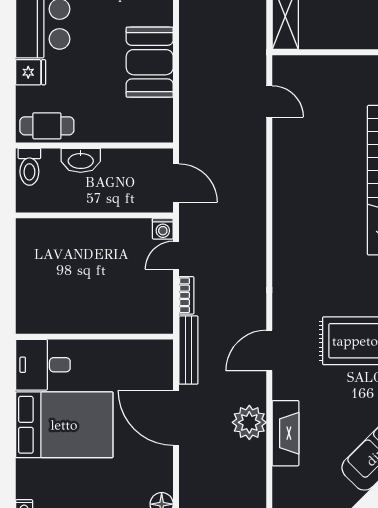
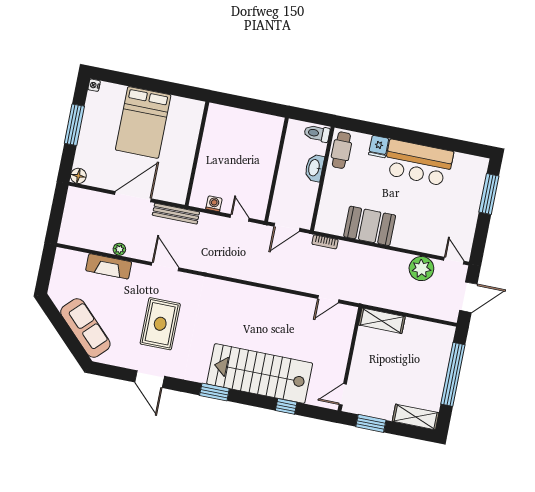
washing machine: (163, 229) -> (214, 204), moved, turned 90
bookcase: (186, 295) -> (325, 242), moved
desk: (43, 365) -> (185, 116), removed
plant: (249, 422) -> (119, 249), width x0.53, depth x0.53

